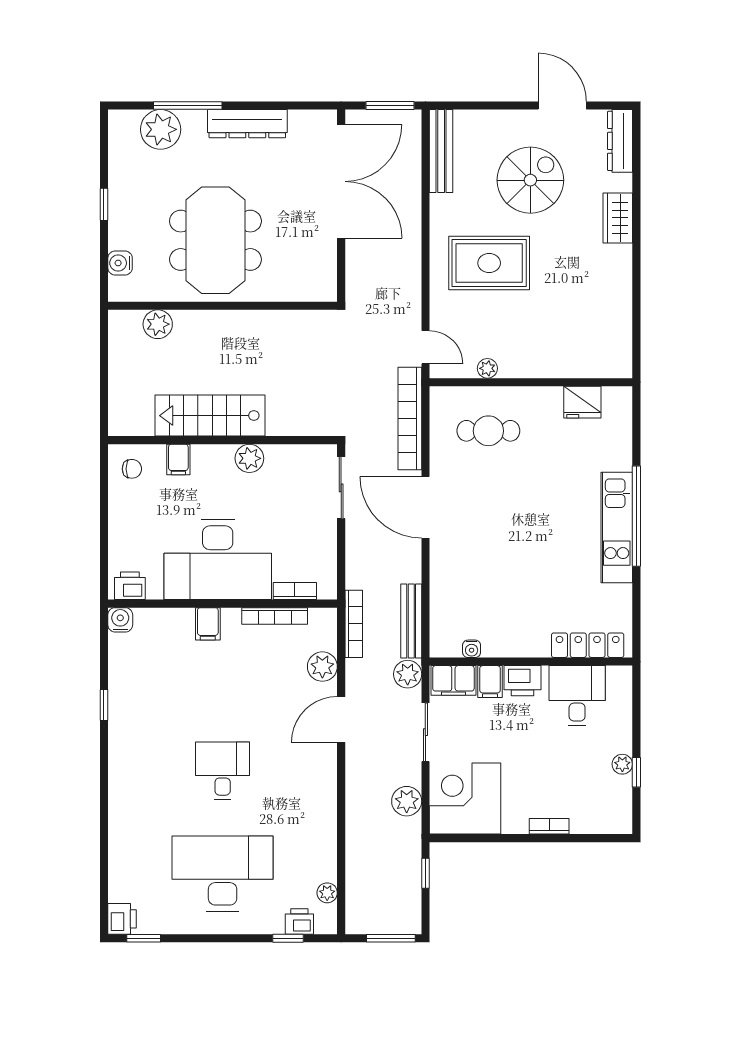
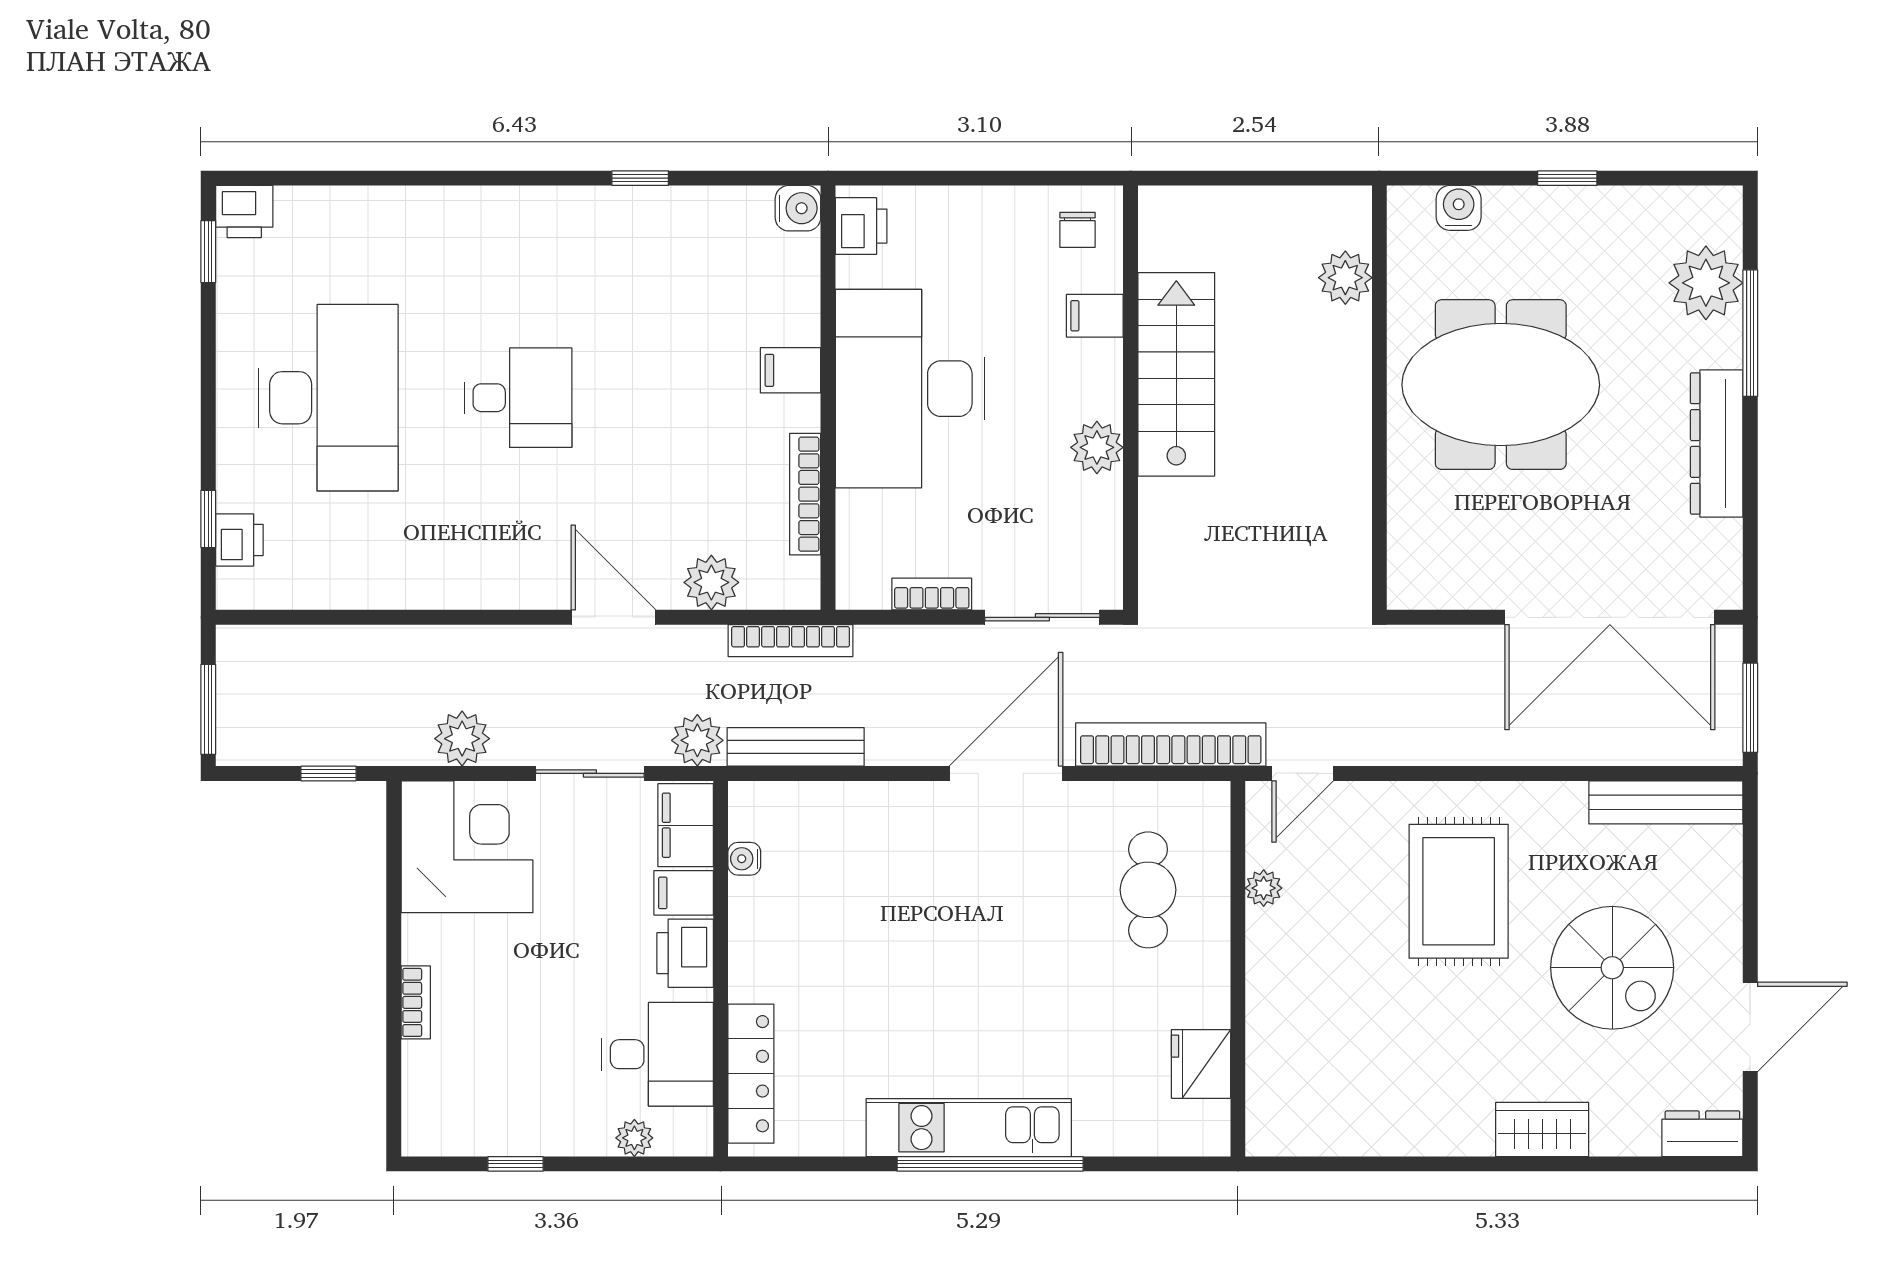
dresser: (620, 141) -> (1702, 1134), width x0.70
bookcase: (295, 591) -> (932, 594), moved, turned -90
plant: (622, 764) -> (634, 1138), moved
plant: (327, 893) -> (292, 591), removed

